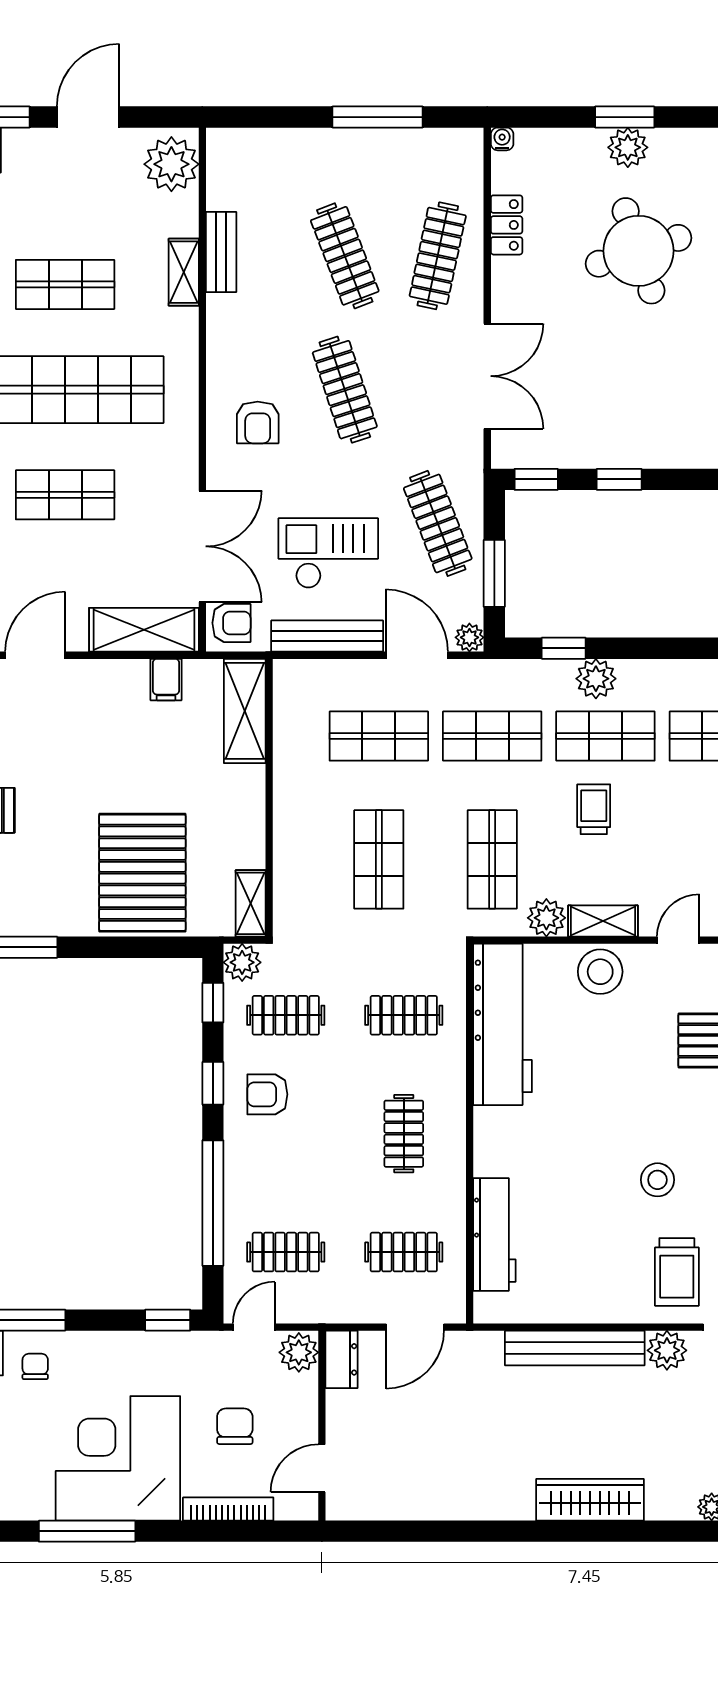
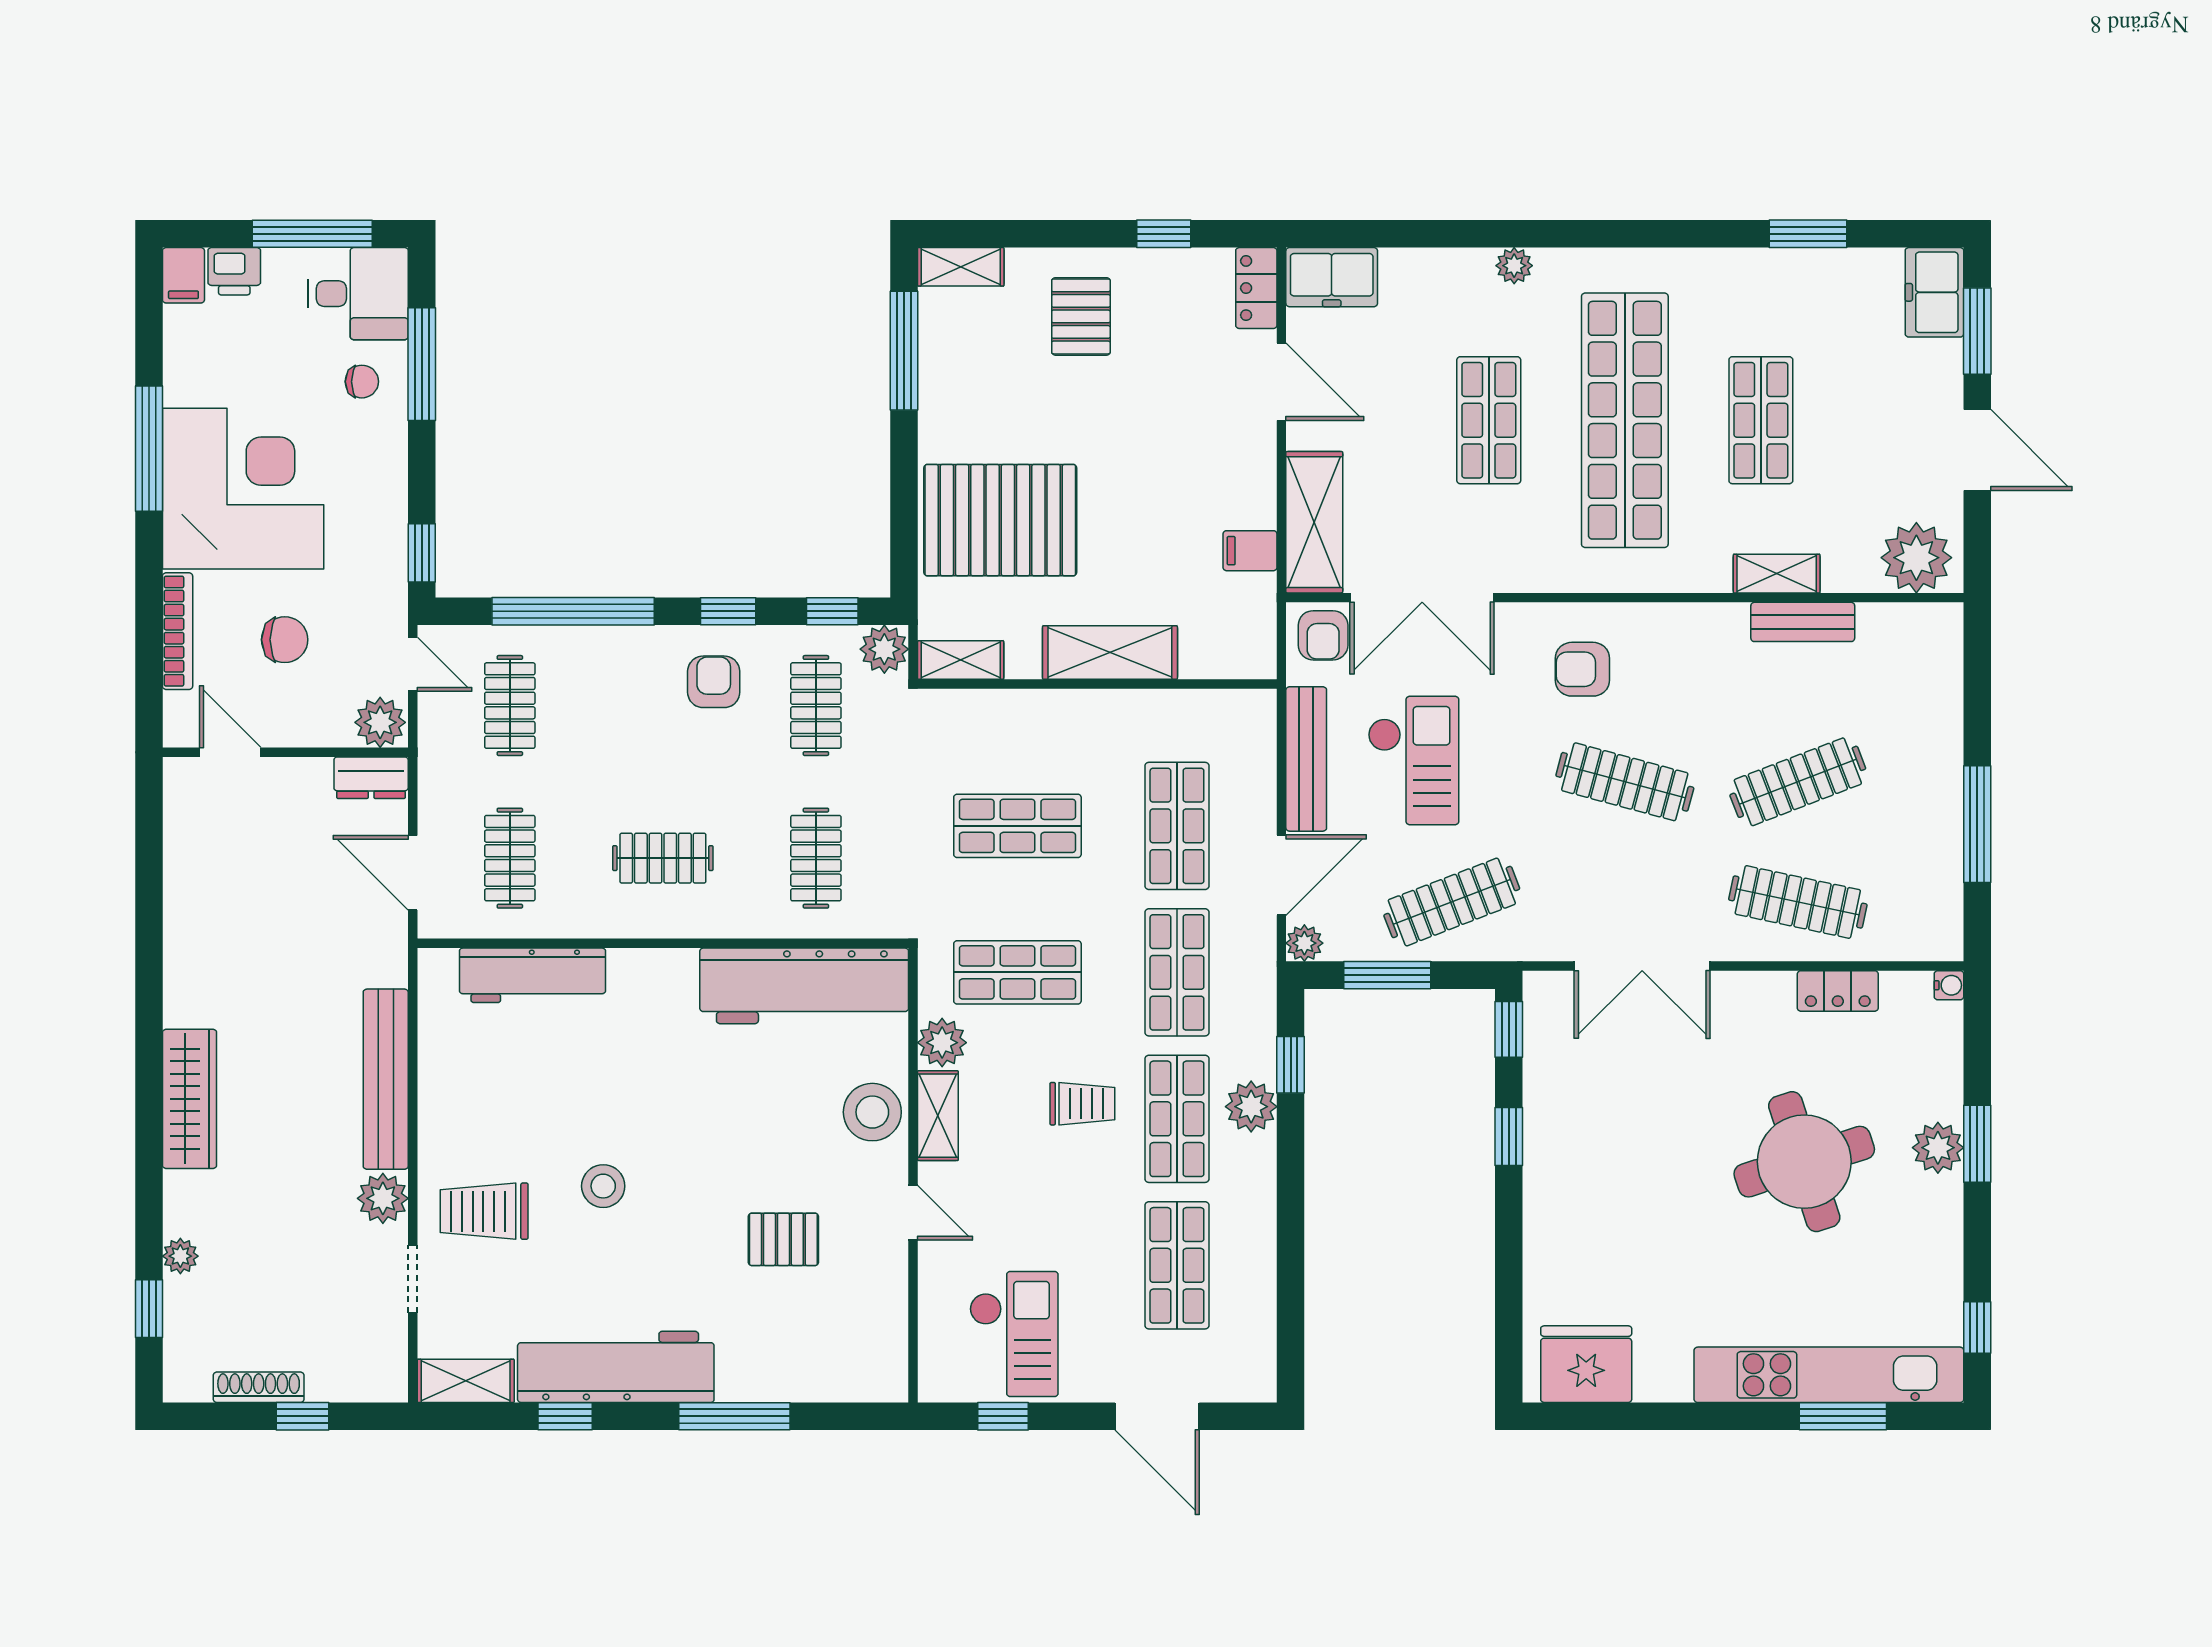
clothes rail: (345, 390) -> (1625, 782), turned 33
shelving: (245, 711) -> (1110, 653), moved

